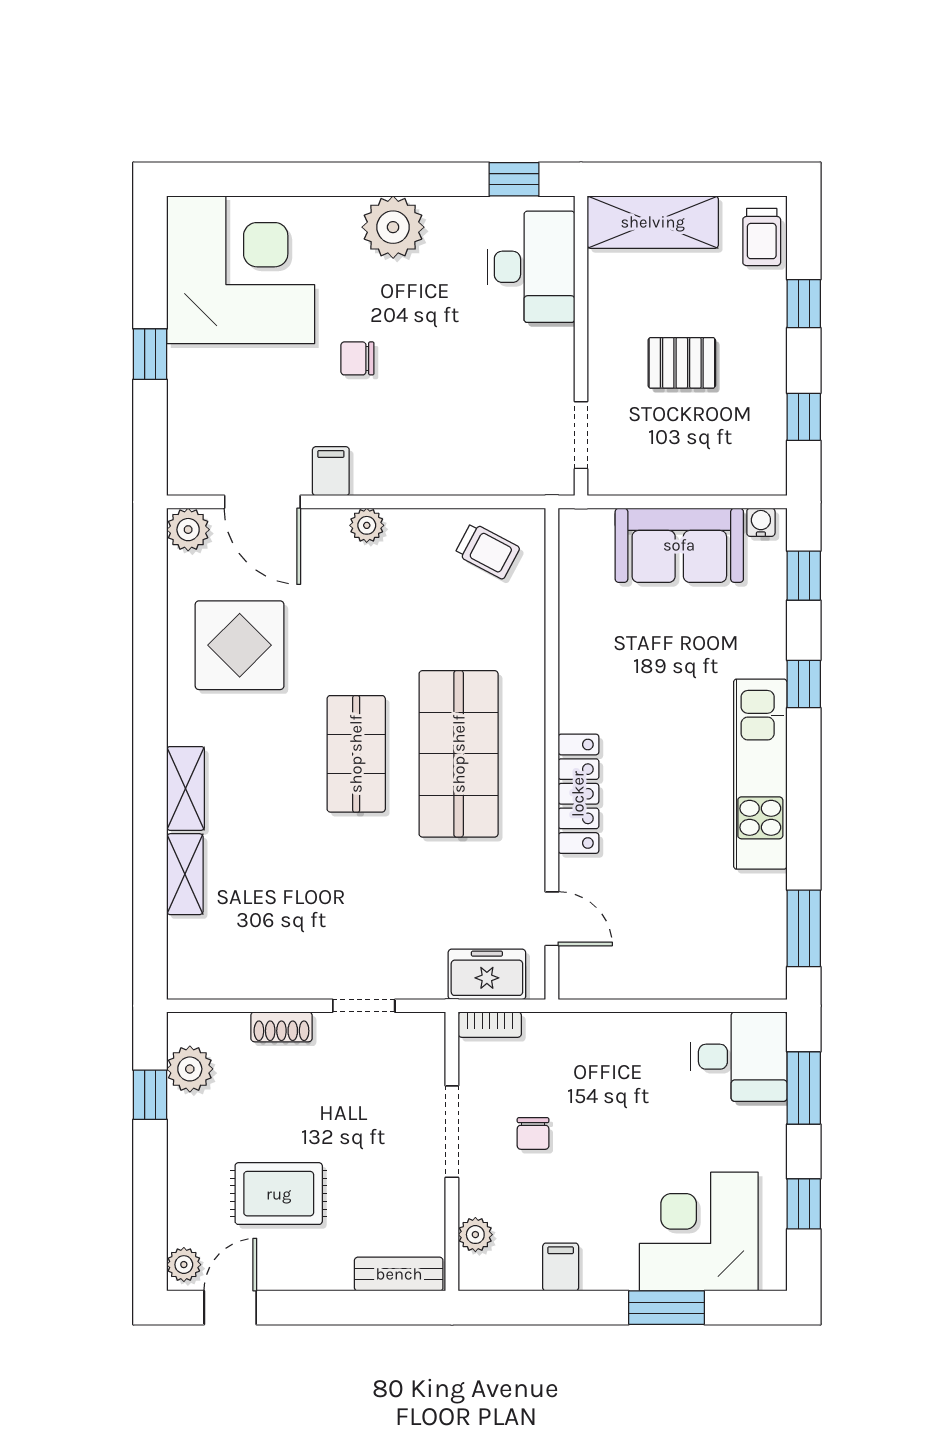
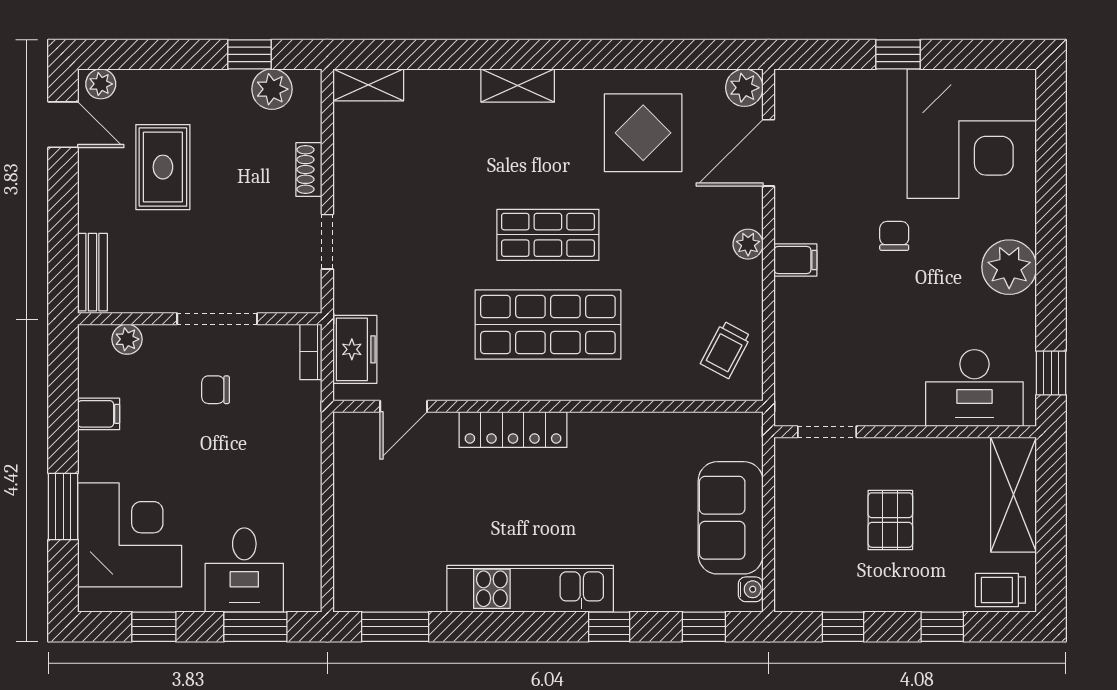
filing cabinet: (331, 471) -> (795, 260), moved
shelving: (185, 874) -> (368, 85), moved
desk: (739, 1057) -> (244, 570), moved

